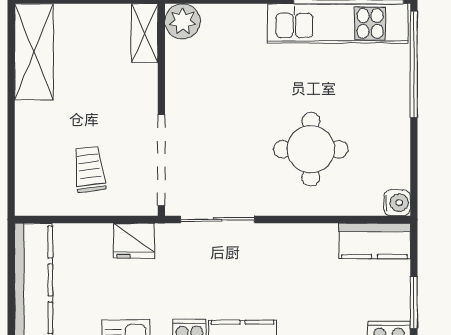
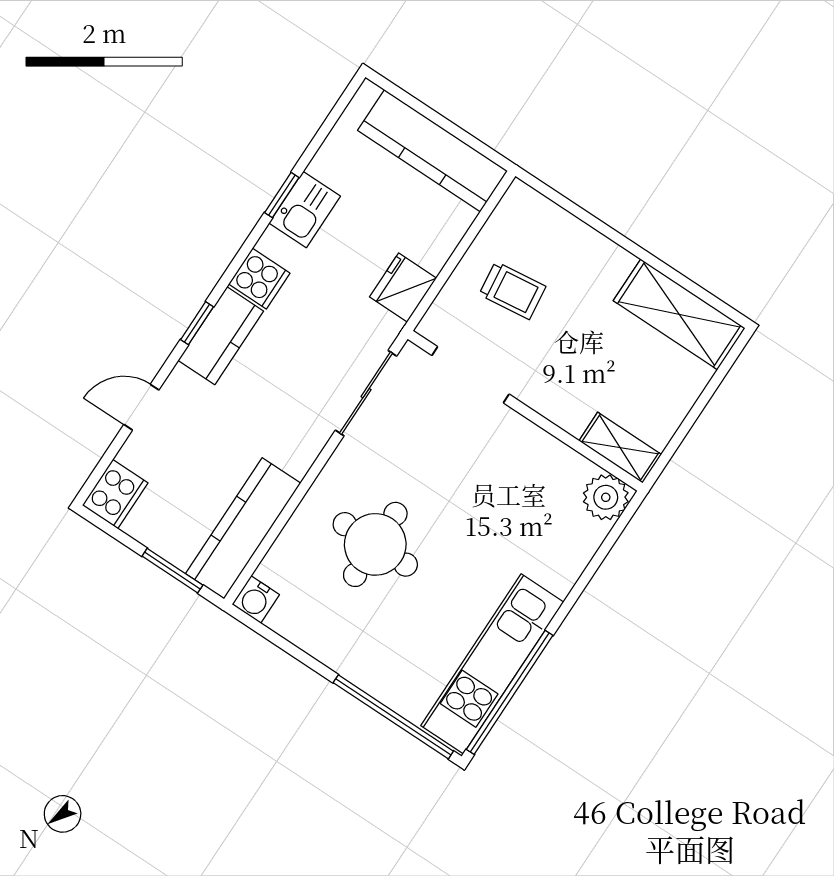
doorway: (161, 160) -> (471, 375), width x0.73
kitchen counter: (375, 241) -> (243, 528), width x1.50
window: (414, 302) -> (172, 571), moved

